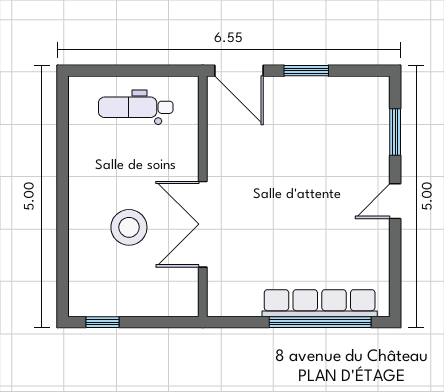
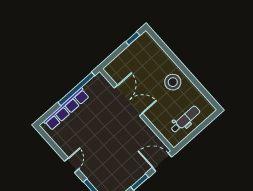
stool: (129, 227) -> (173, 82), moved
window: (320, 322) -> (76, 89), moved

